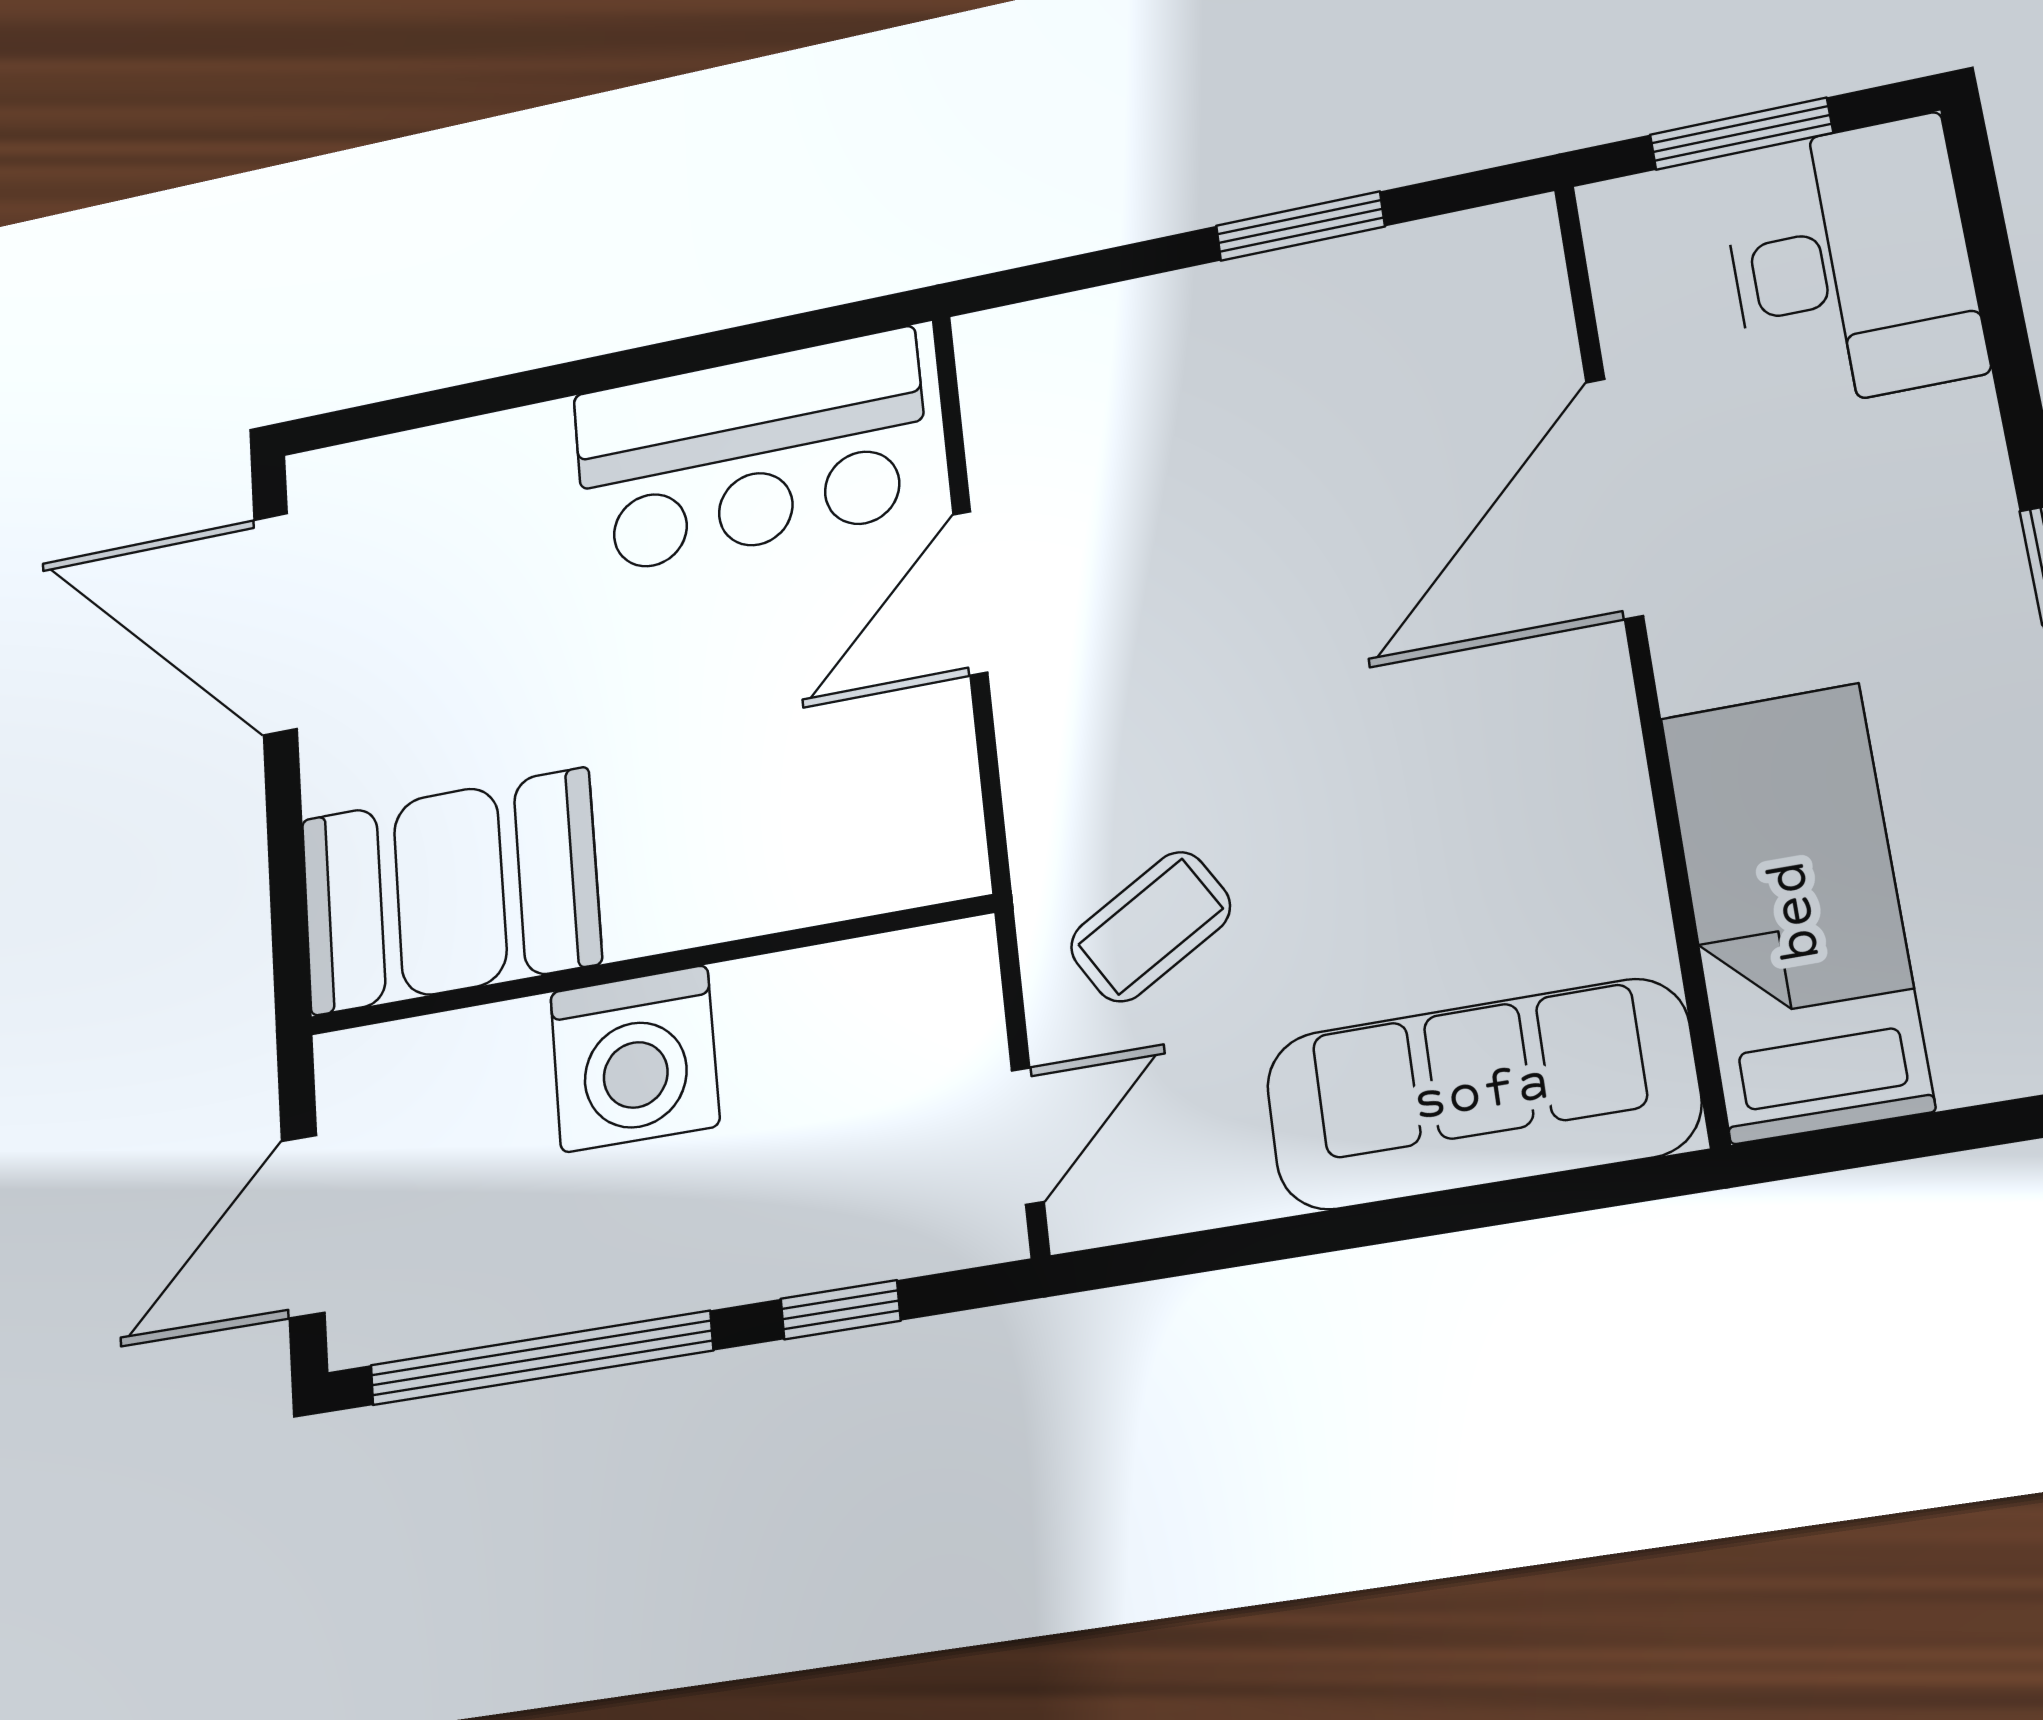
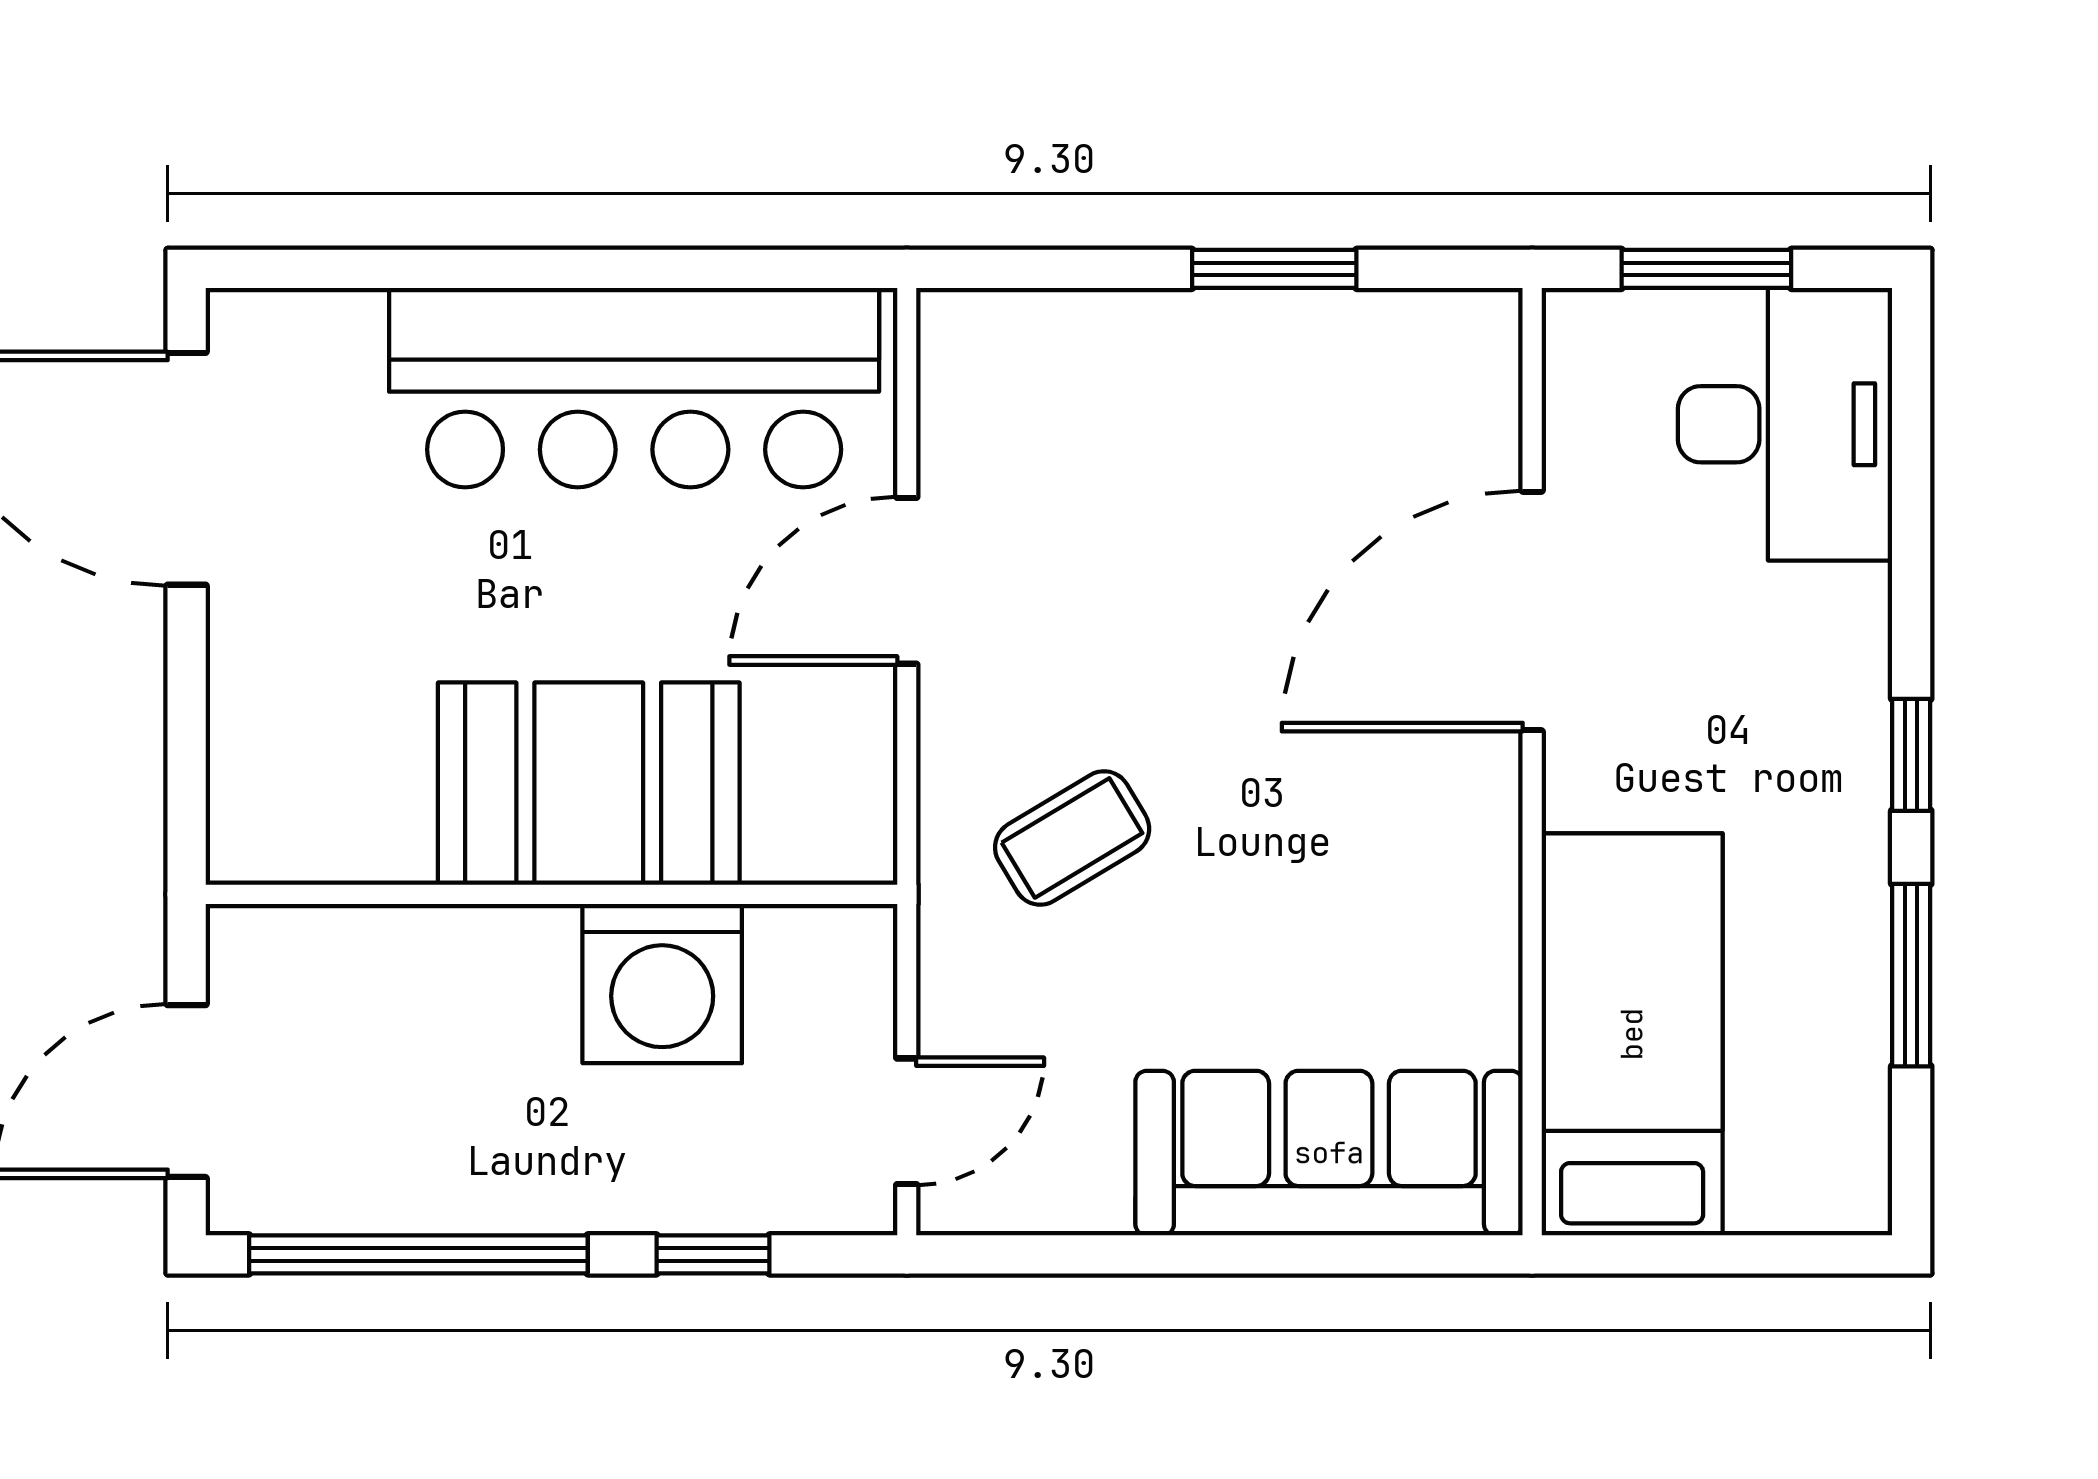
bar counter: (751, 452) -> (634, 388), width x1.36
booth: (450, 891) -> (589, 784), moved
coffee table: (1151, 927) -> (1072, 838), moved
washing machine: (634, 1059) -> (662, 983), moved

